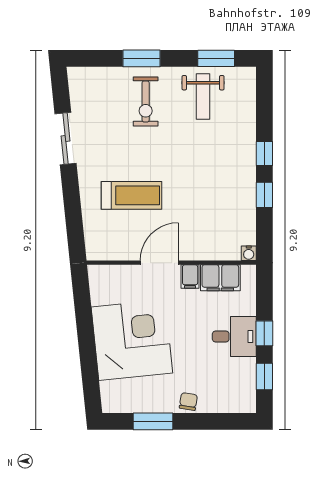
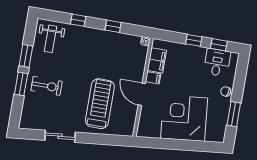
window: (216, 58) -> (26, 56), moved
weight bench: (203, 96) -> (51, 39), moved, turned 90
window: (264, 153) -> (78, 20), moved
treadmill: (132, 195) -> (100, 104), width x1.37, depth x1.38
desk: (234, 336) -> (217, 62), moved

